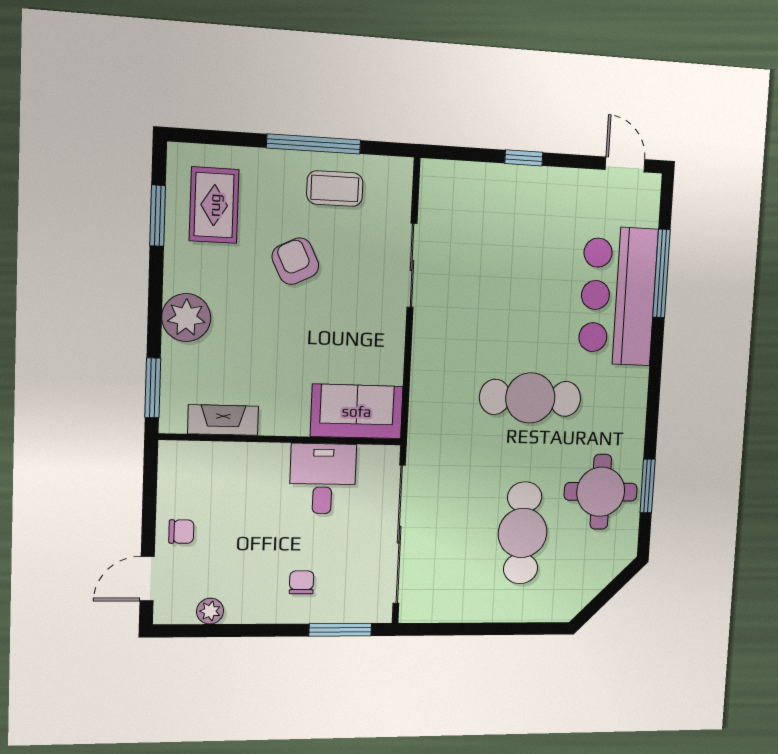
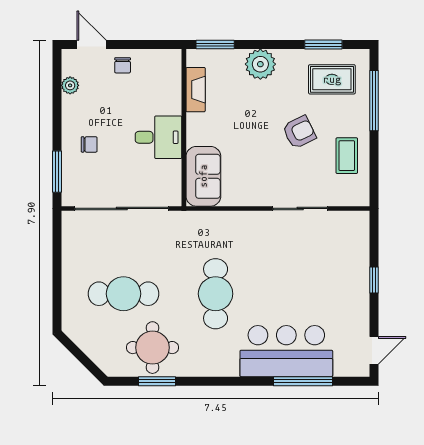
window: (314, 144) -> (374, 101), moved
desk: (323, 479) -> (158, 137), moved

